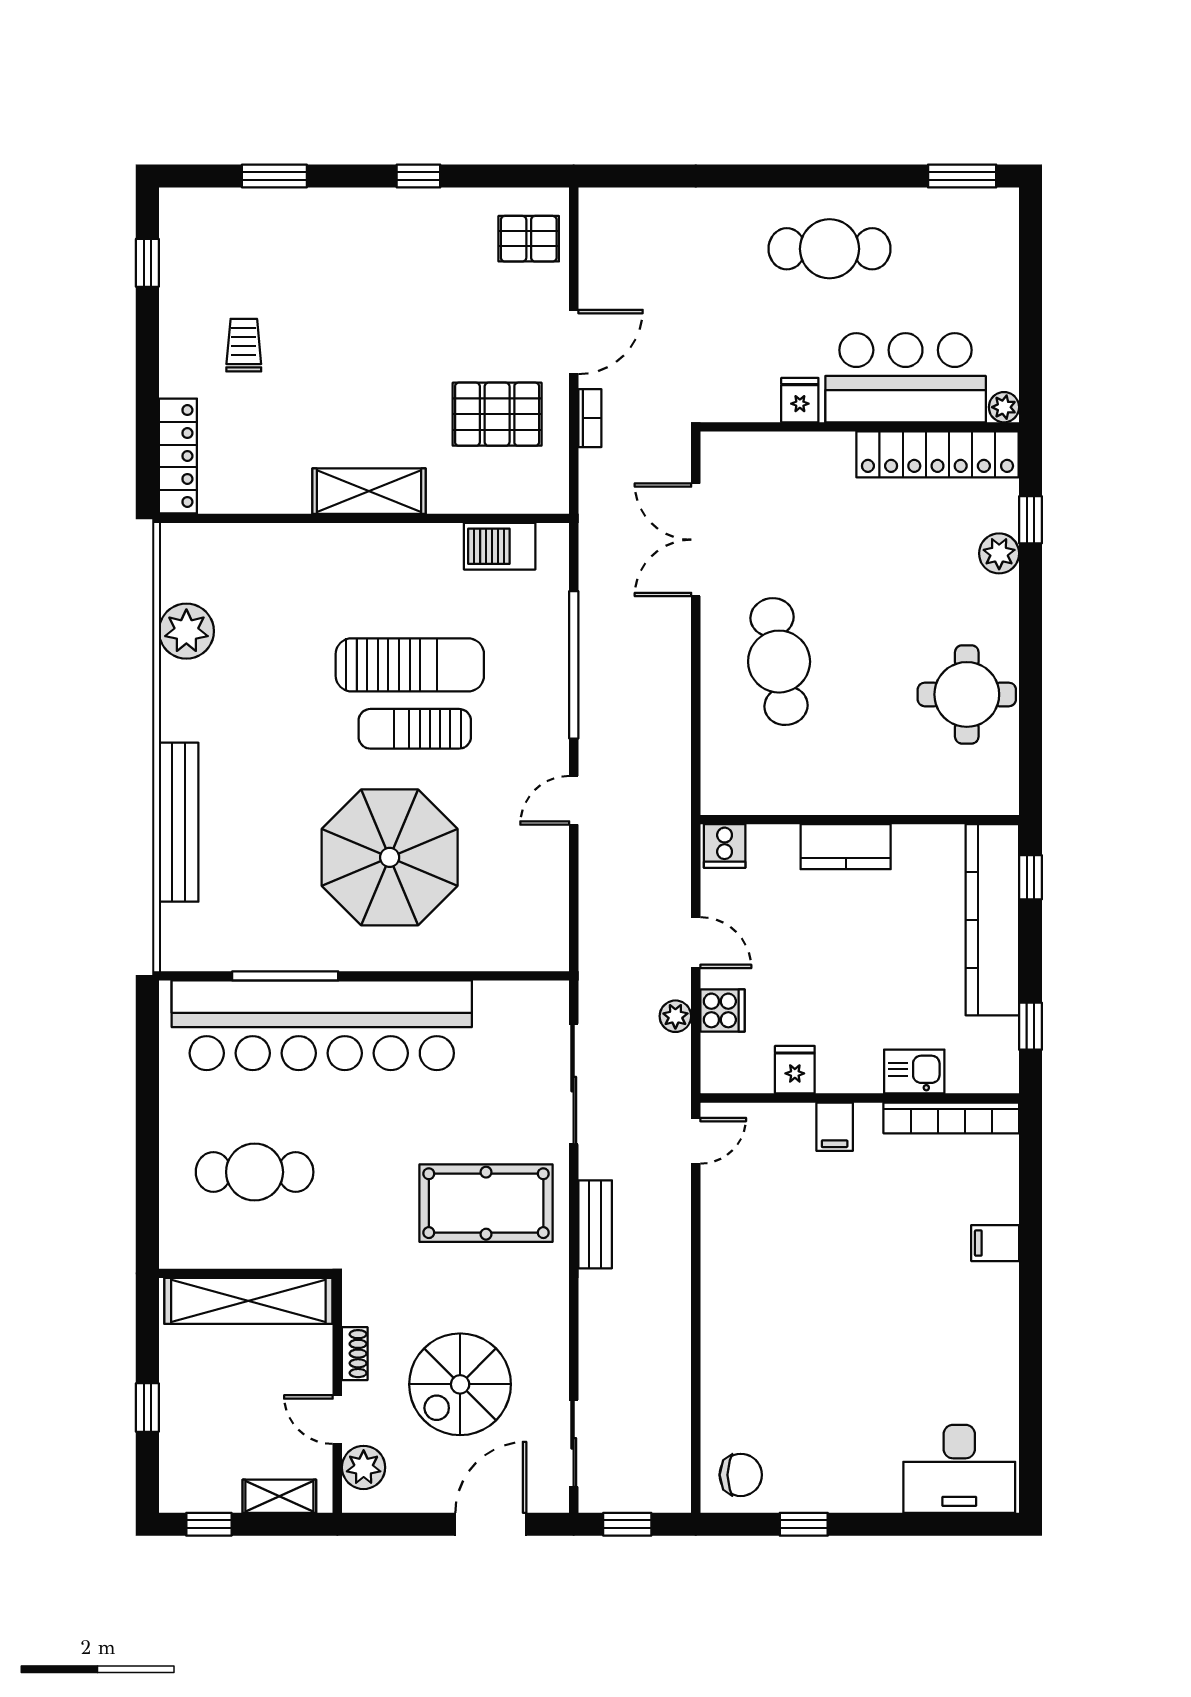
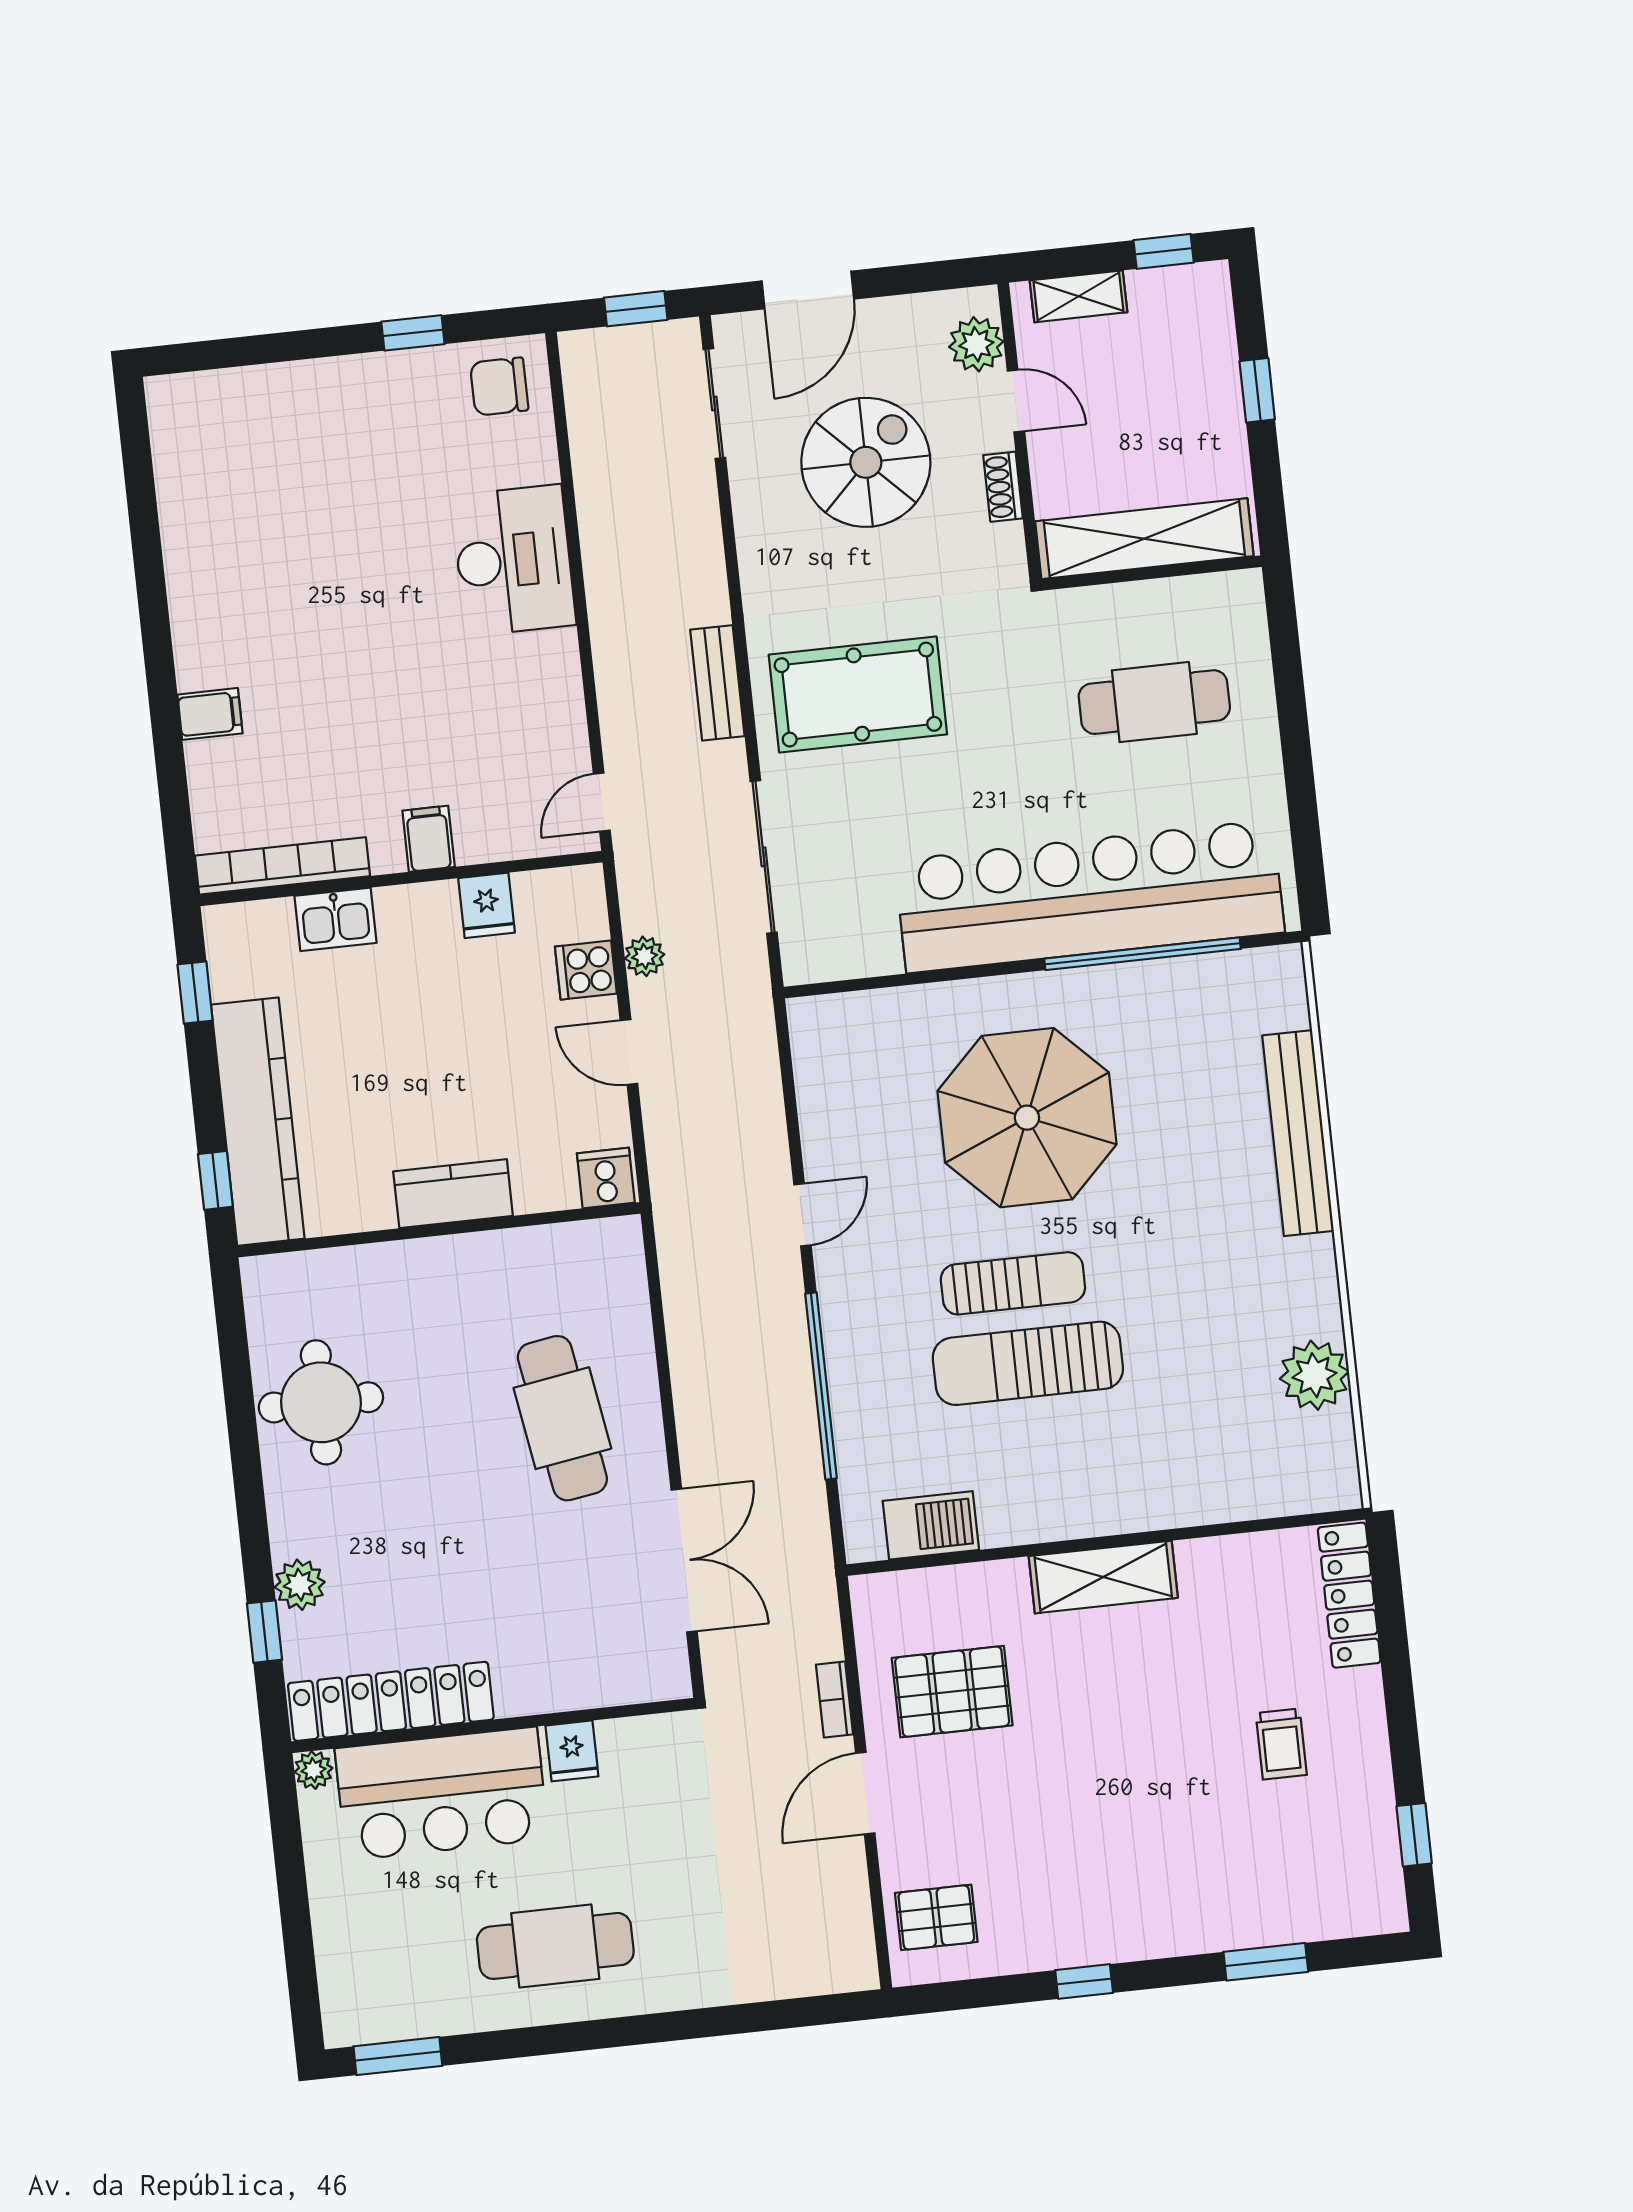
window: (285, 976) -> (1143, 954), width x1.46
desk: (959, 1469) -> (514, 560), moved, turned 90

